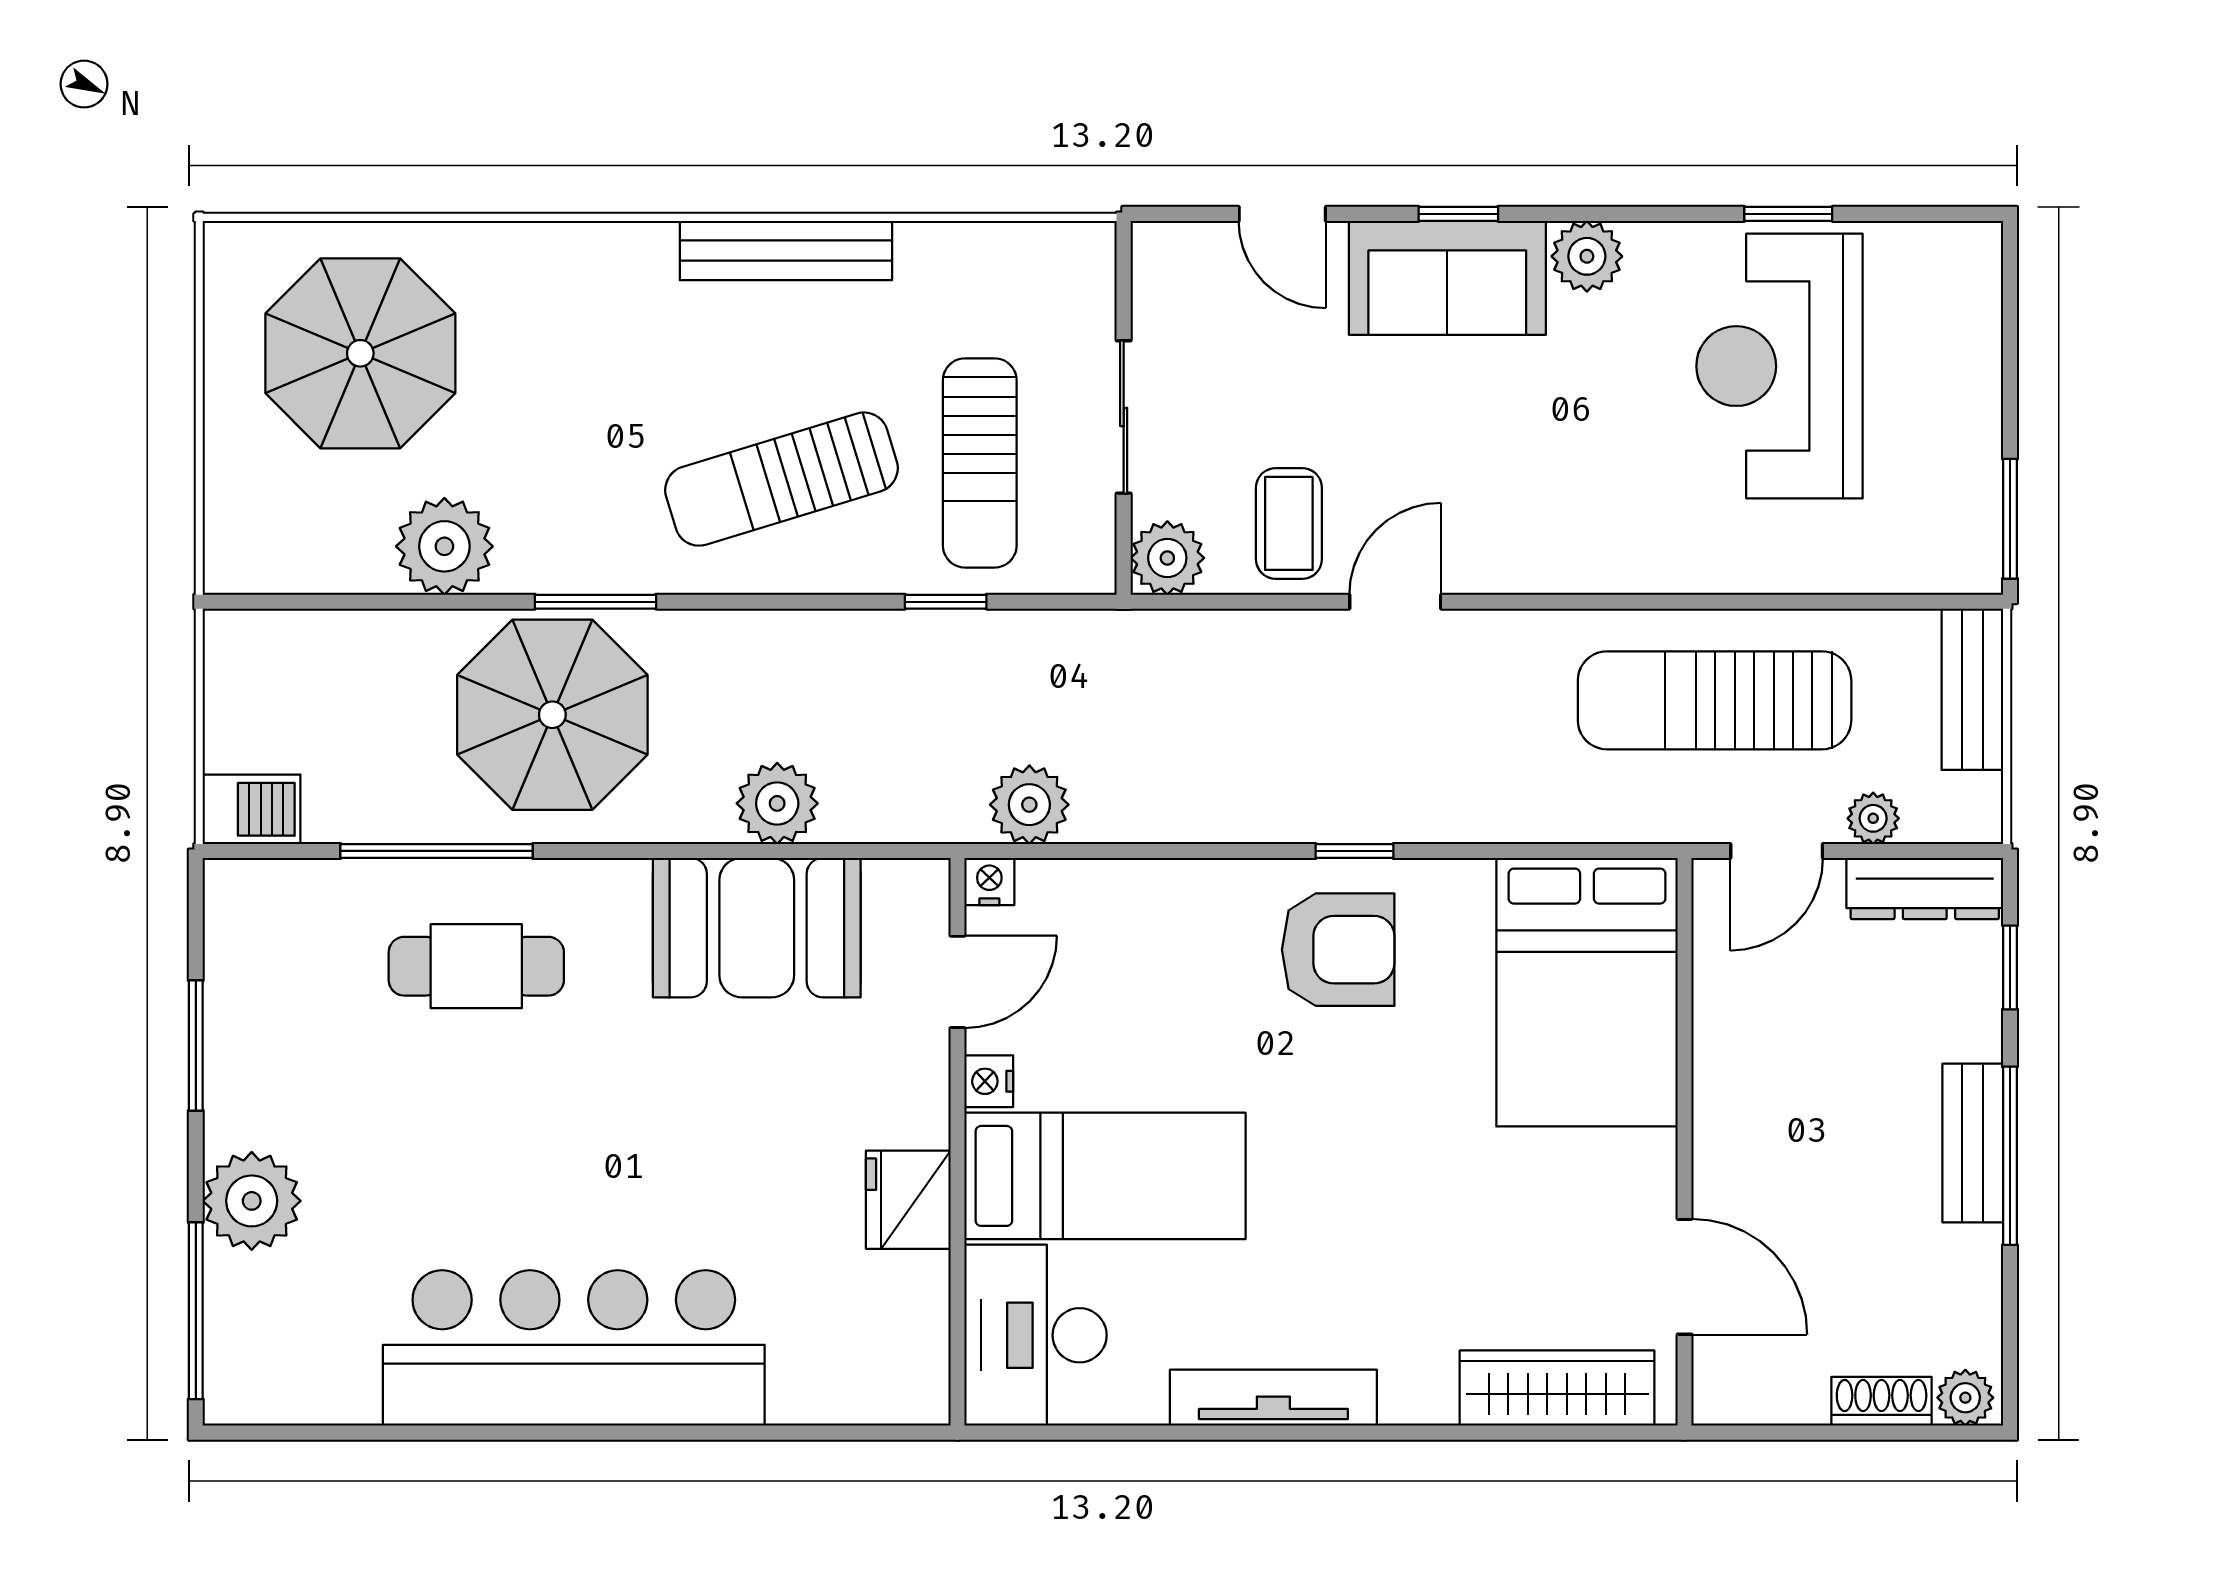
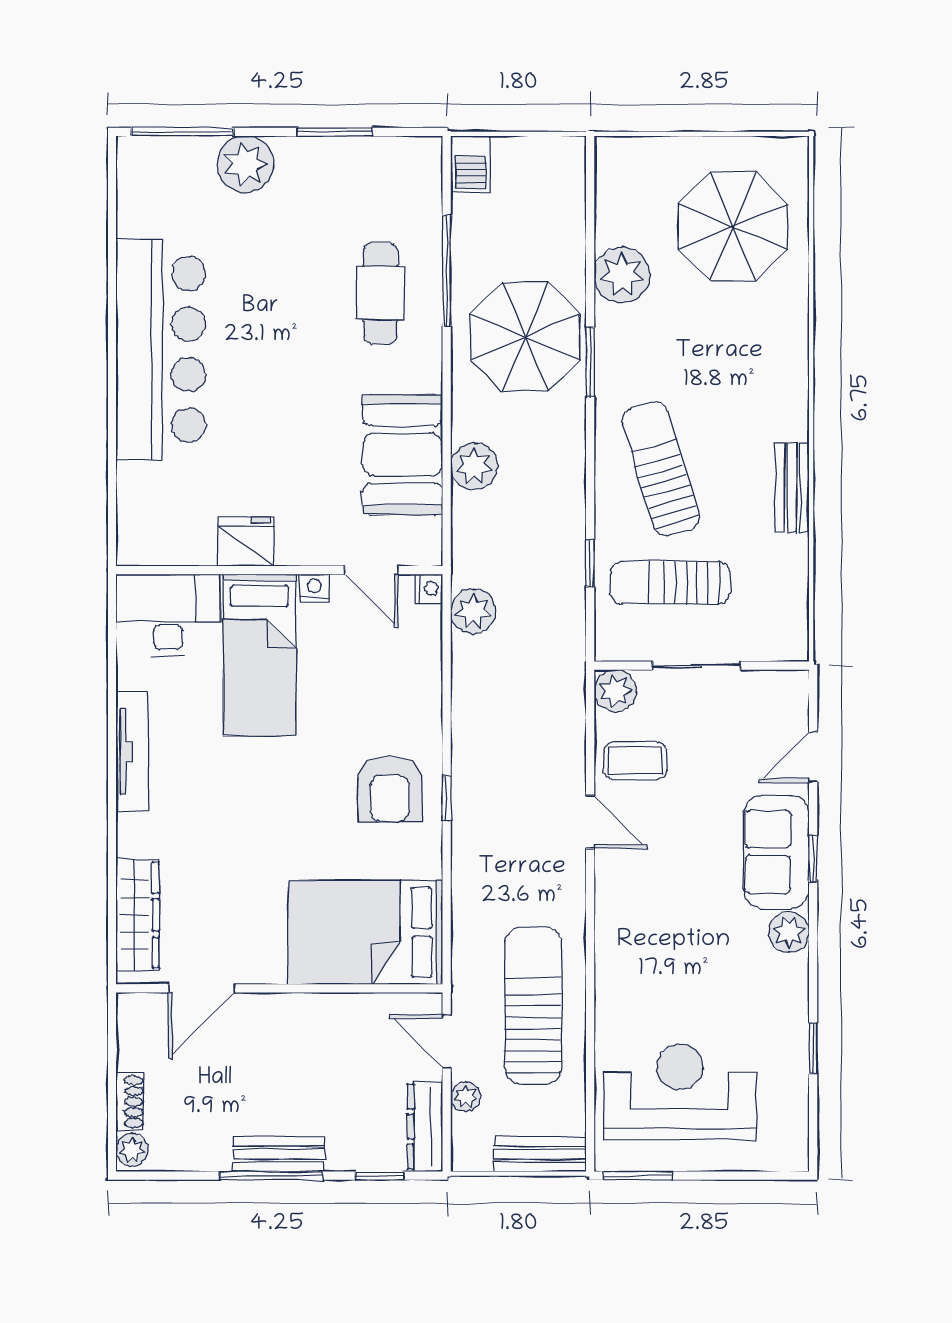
bench: (786, 251) -> (792, 488), width x0.73
reception desk: (1780, 366) -> (680, 1092), moved

